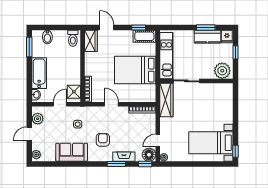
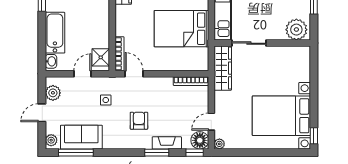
door: (112, 104) -> (134, 74), moved
bed with nightstands: (211, 143) -> (281, 116), width x1.36
sofa: (72, 152) -> (81, 137), moved
window: (55, 164) -> (76, 153), added

